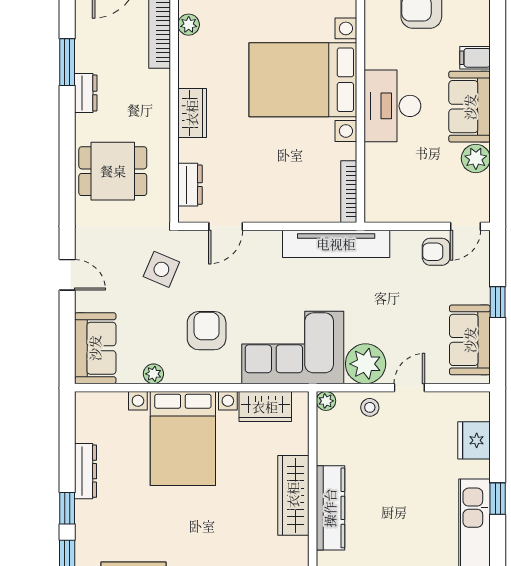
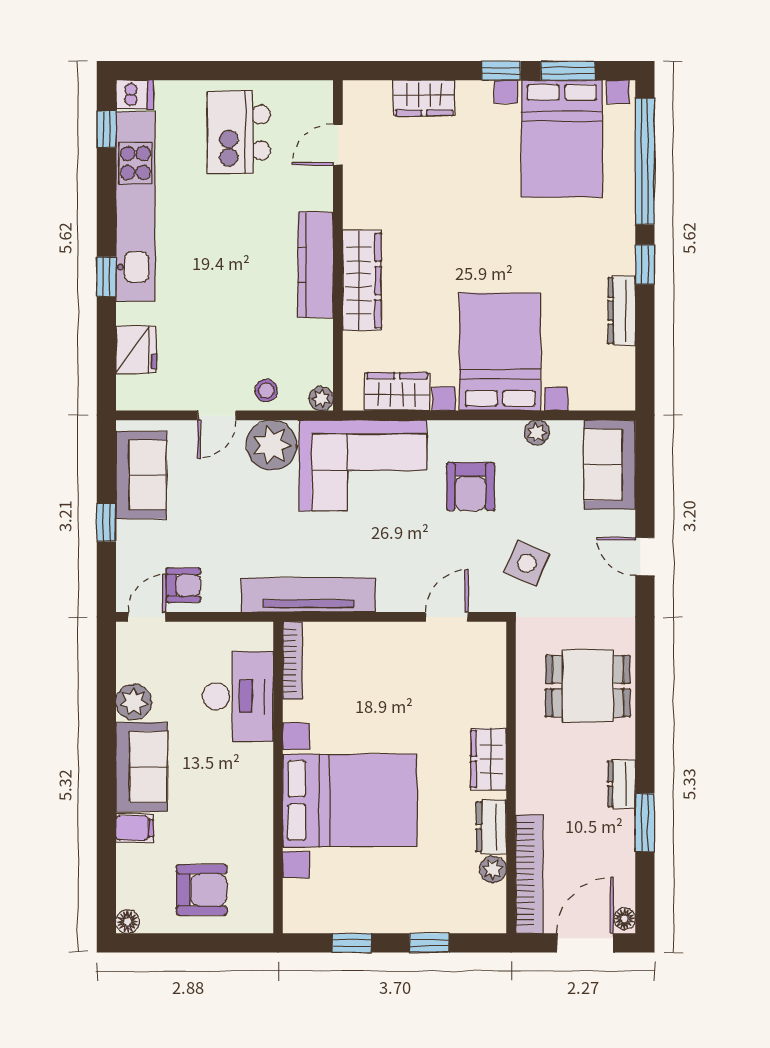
desk: (392, 106) -> (238, 696), moved
dresser: (190, 185) -> (491, 827), moved

